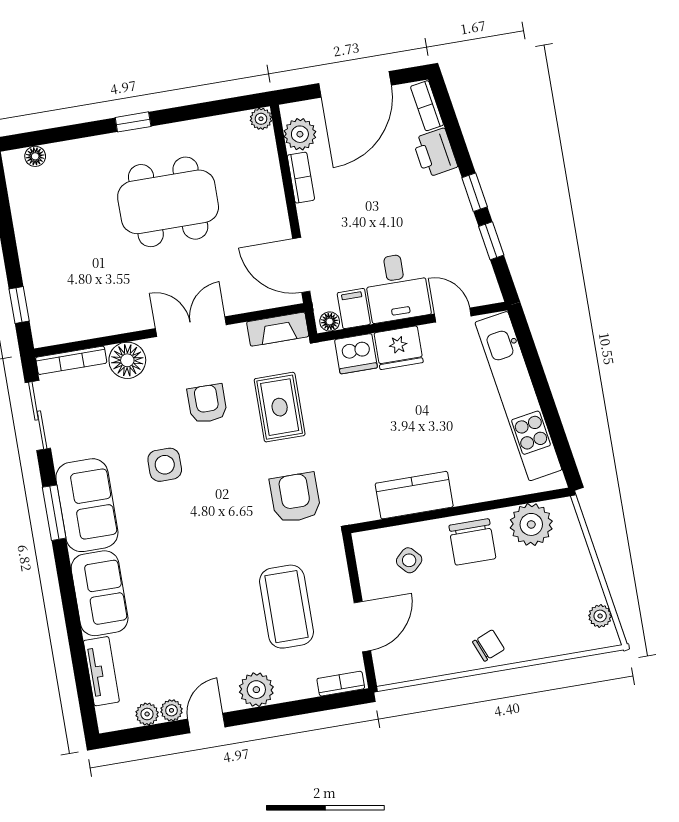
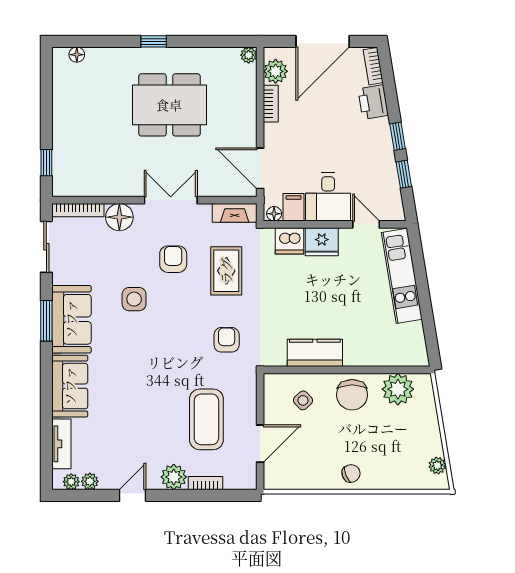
kitchen unit: (518, 396) -> (402, 276), width x0.73
armchair: (295, 498) -> (227, 340), width x0.72, depth x0.72
bookcase: (341, 684) -> (206, 483), moved
plant: (172, 710) -> (71, 482), moved

